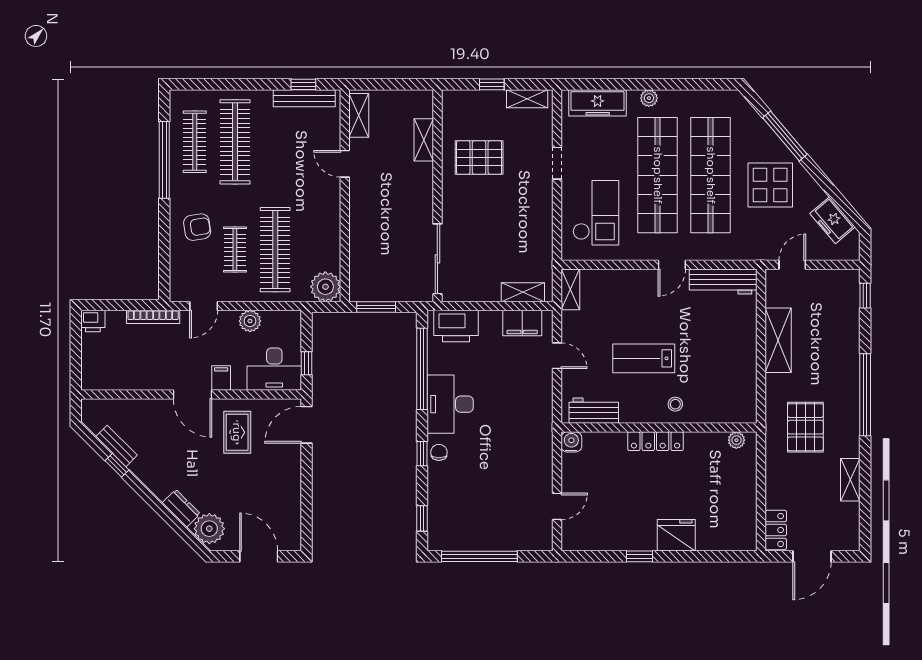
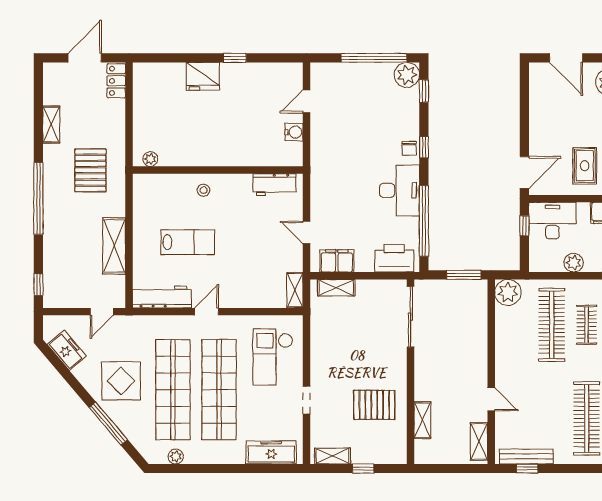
plant: (649, 98) -> (176, 457), moved
lab bench: (644, 358) -> (188, 242), moved
locker: (655, 441) -> (221, 158), removed
water cooler: (571, 442) -> (294, 132), moved, turned -90
plant: (442, 537) -> (407, 75), added

